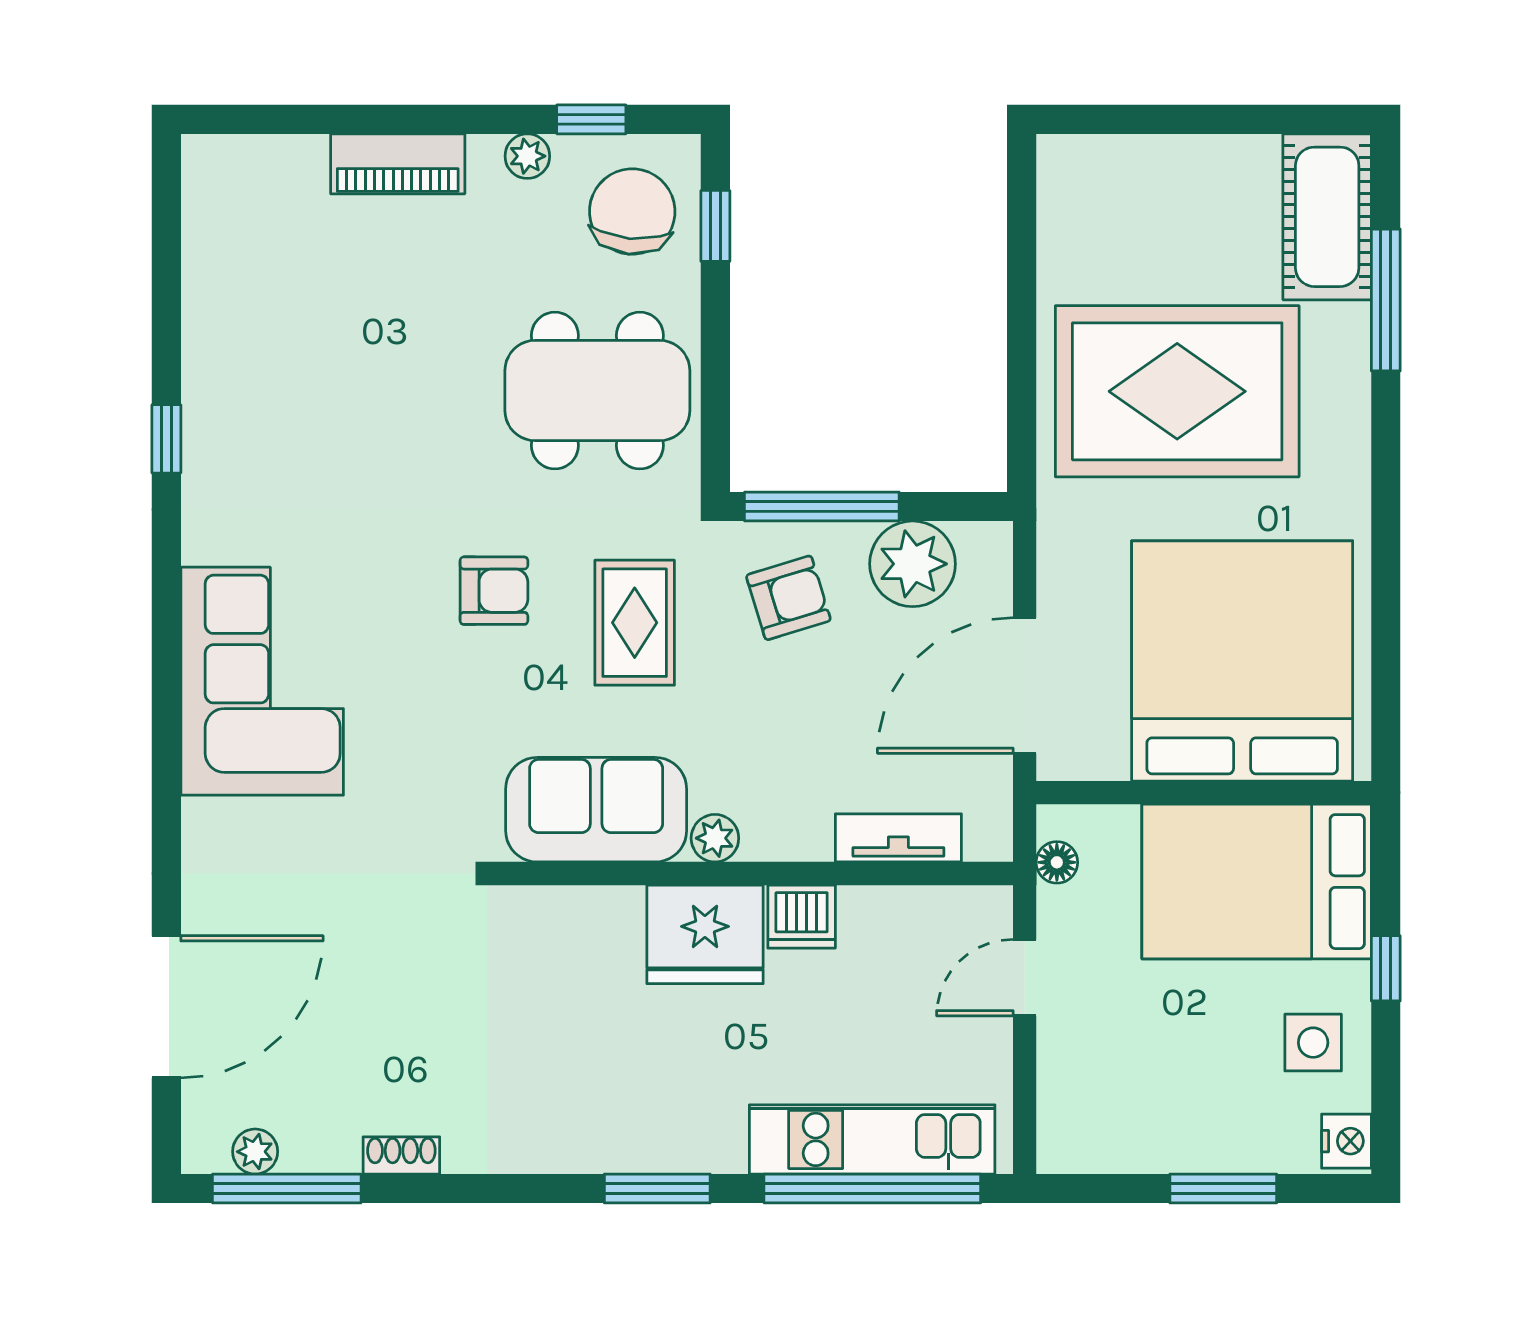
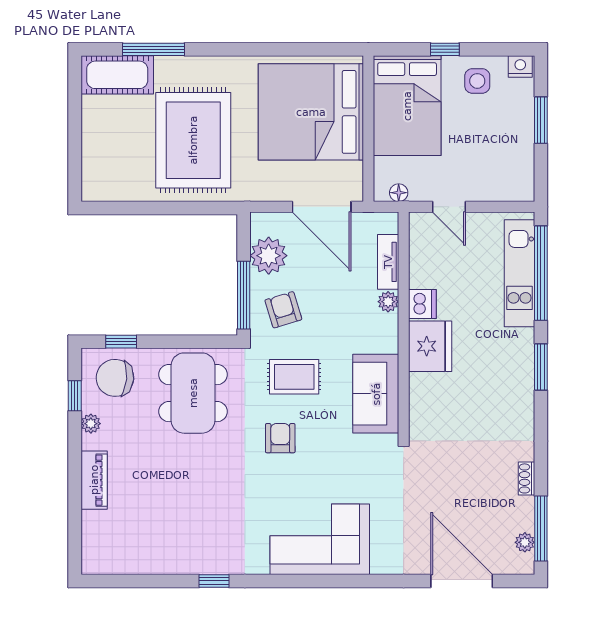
plant: (715, 838) -> (388, 302), moved

